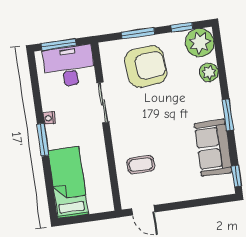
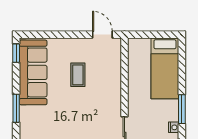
sofa: (213, 148) -> (33, 72), width x1.36
coffee table: (141, 165) -> (78, 75), moved, turned 90

